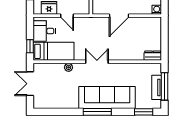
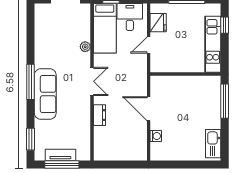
washing machine: (157, 10) -> (156, 136), moved
dresser: (153, 56) -> (100, 115), moved
sofa: (107, 98) -> (45, 94), width x0.74, depth x0.79

